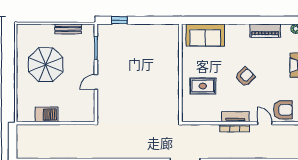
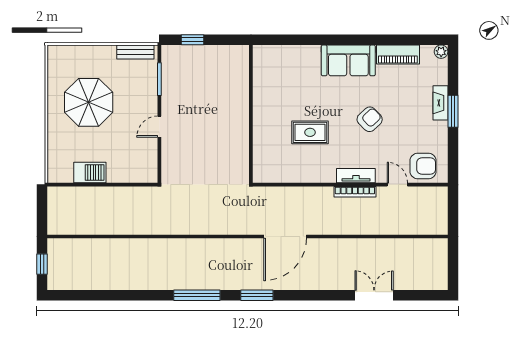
bench: (68, 29) -> (135, 52), moved
sofa: (205, 35) -> (348, 60), moved
wall: (180, 73) -> (251, 114), moved

